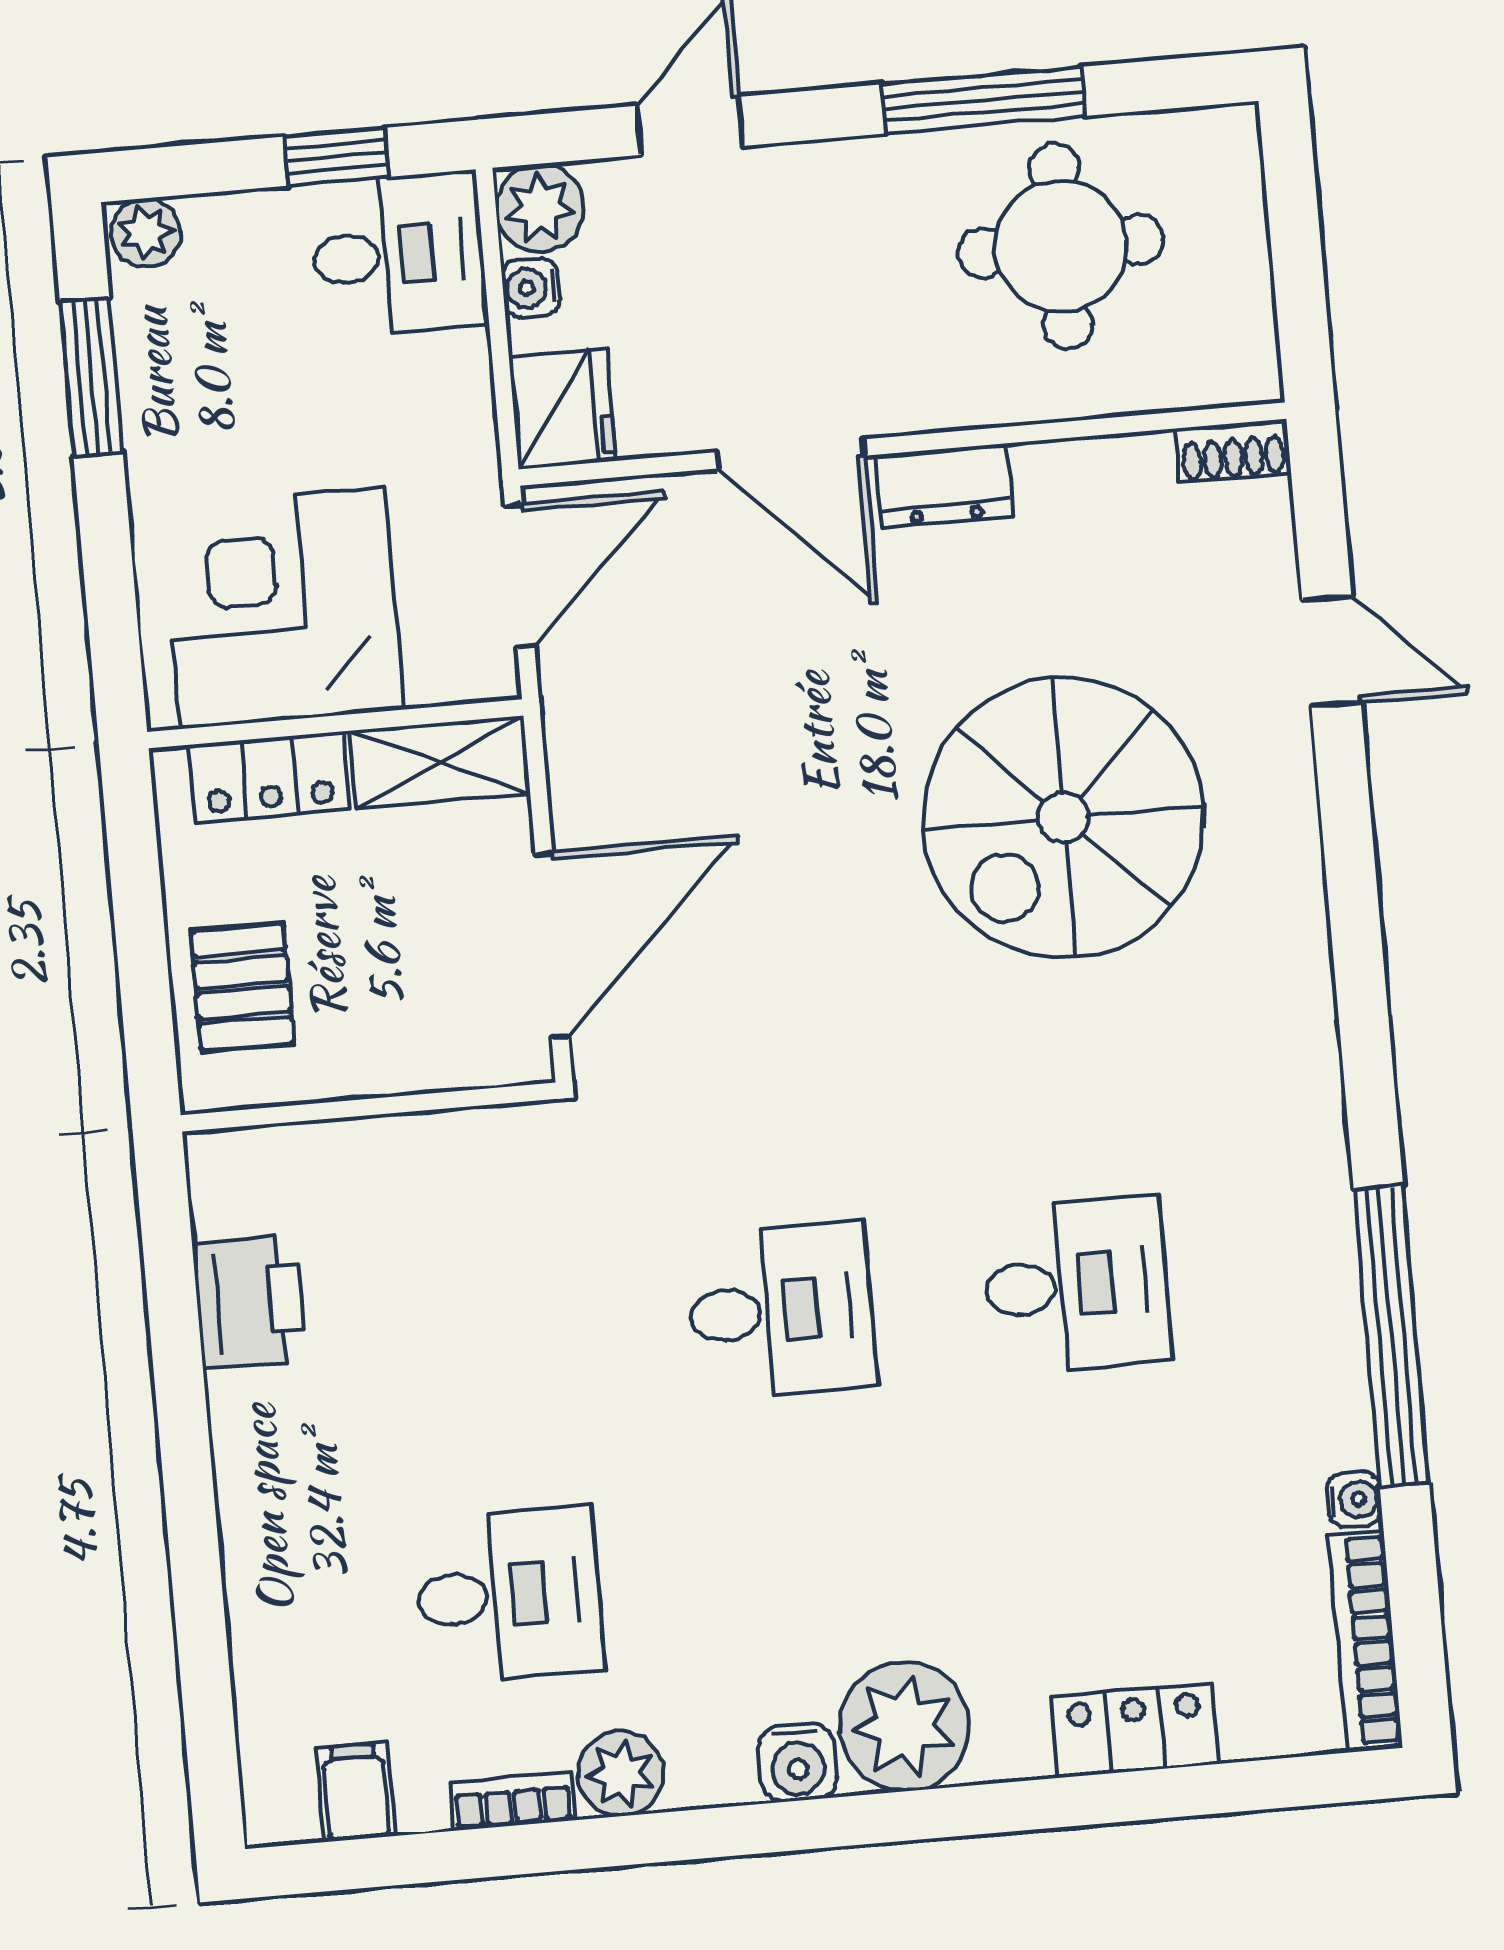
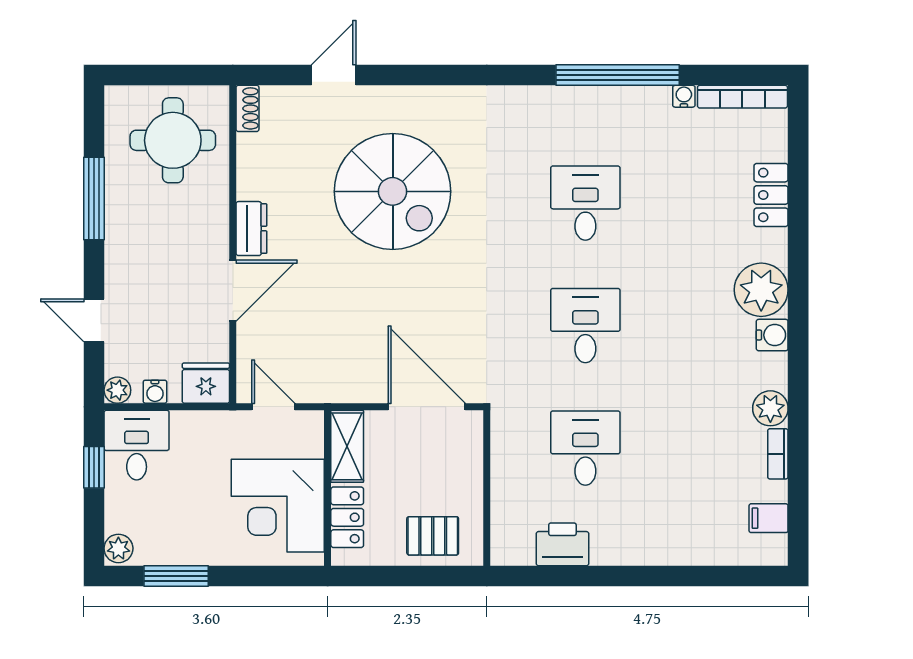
plant: (540, 208) -> (117, 390), width x0.73, depth x0.73
round table: (1061, 246) -> (173, 140), moved
door: (520, 576) -> (273, 407), width x0.73
desk: (509, 1595) -> (585, 448), moved

